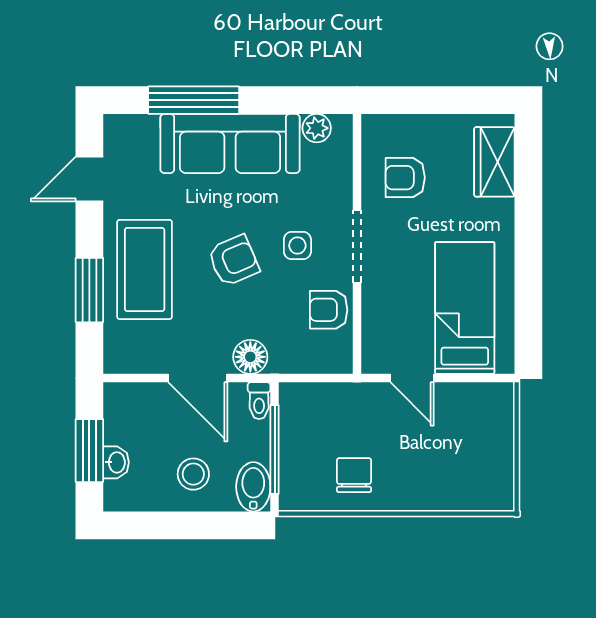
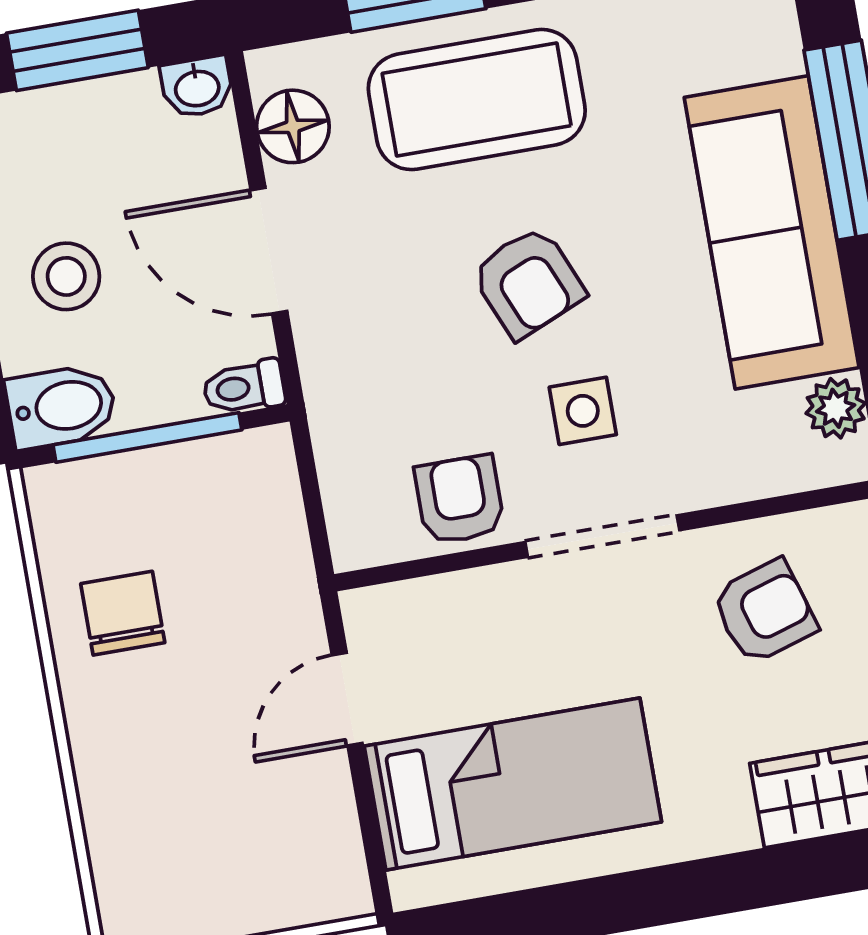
armchair: (405, 178) -> (764, 612), turned 73
floor lamp: (250, 357) -> (293, 126), moved
door: (198, 378) -> (269, 251), hinge flipped
washbasin: (116, 462) -> (197, 87), moved
chair: (354, 475) -> (123, 613), turned -90

